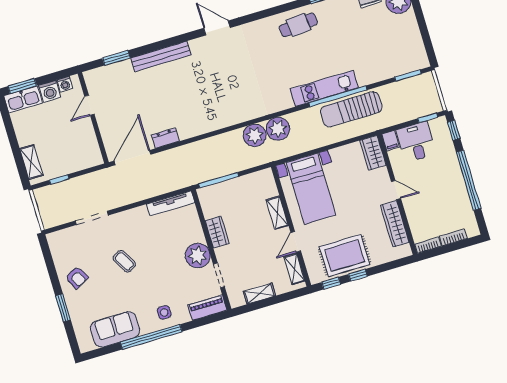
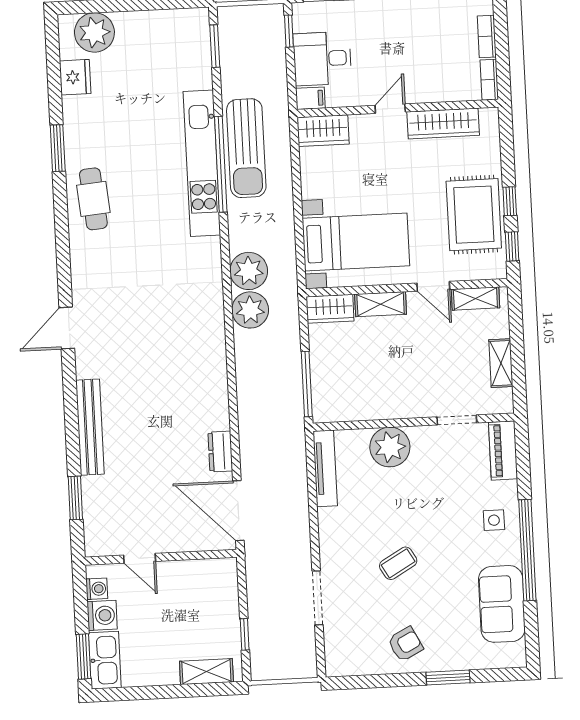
kitchen unit: (324, 88) -> (202, 163), width x1.36
wardrobe: (217, 232) -> (330, 309), moved, turned 180
plant: (198, 256) -> (390, 447), moved

